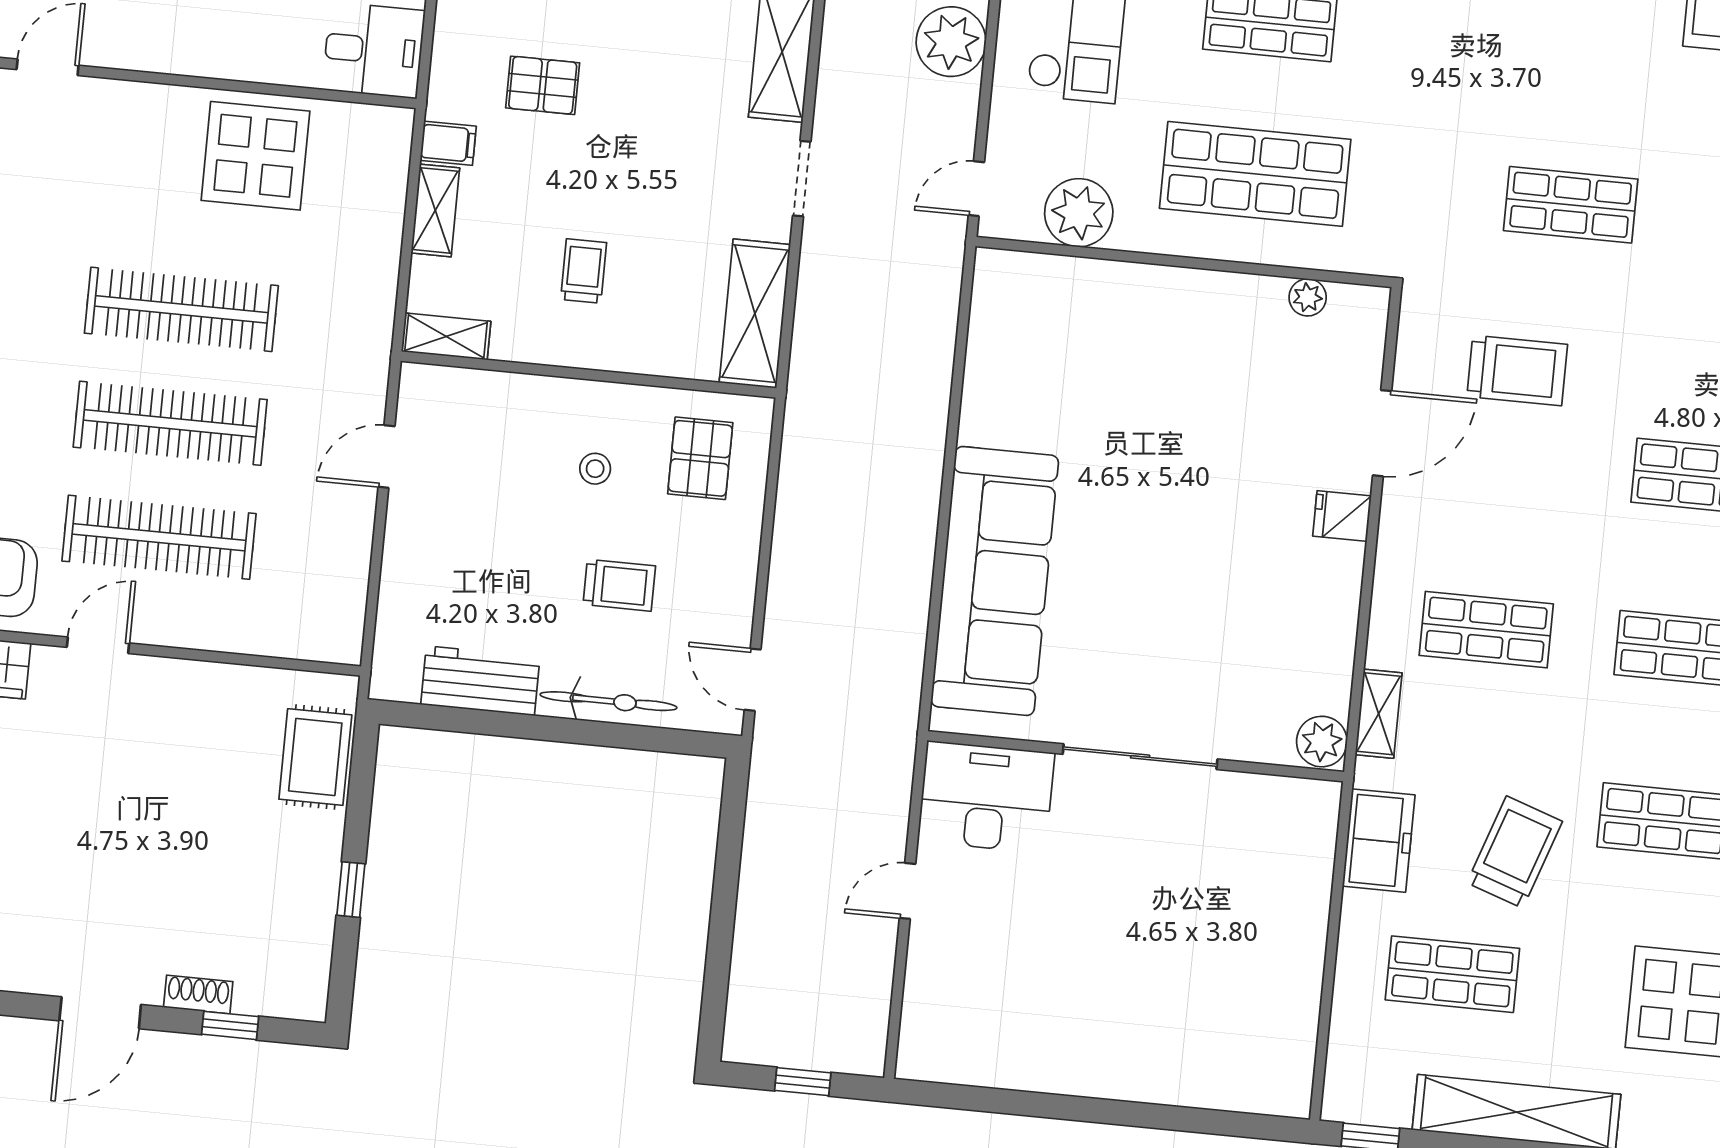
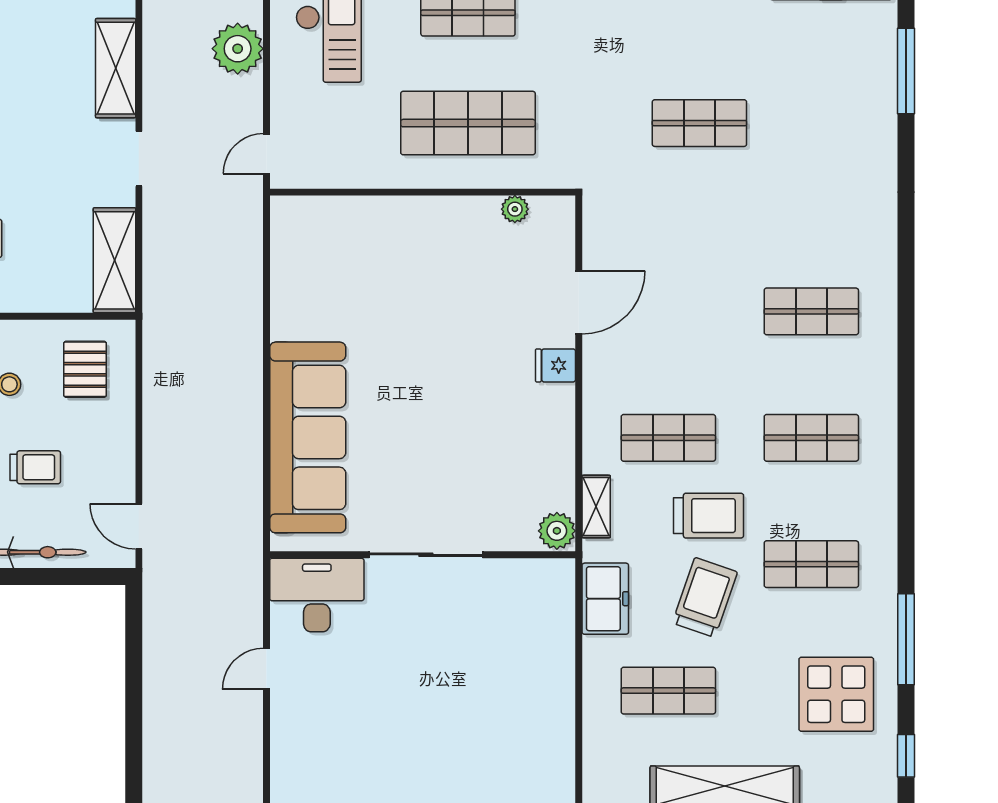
plant: (1079, 213) -> (343, 164), removed
trolley: (1517, 371) -> (709, 516), moved

